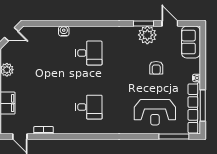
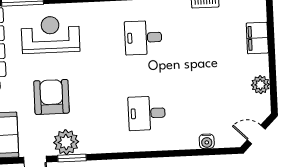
water cooler: (64, 31) -> (207, 141), moved
armchair: (156, 68) -> (52, 97), width x1.88, depth x1.88

